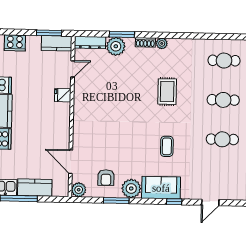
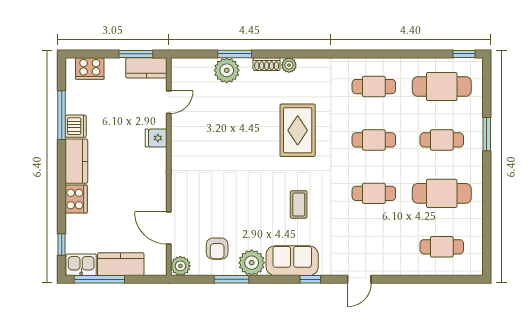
dresser: (90, 42) -> (192, 66), removed
rug: (167, 92) -> (298, 130), width x1.36, depth x1.43

